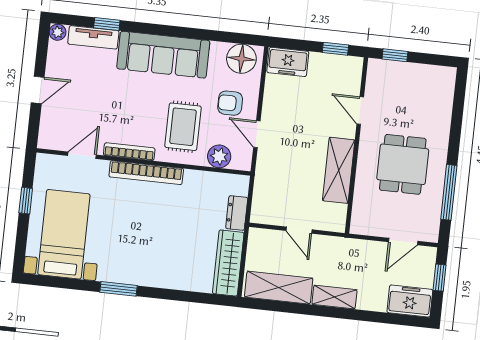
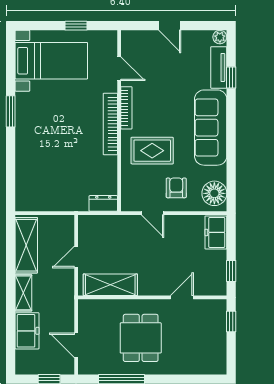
door: (257, 134) -> (153, 213), swing flipped
plant: (219, 156) -> (131, 184), removed
dining table: (403, 164) -> (141, 338), turned 90
shelving: (339, 170) -> (110, 285), moved
dresser: (237, 213) -> (103, 203), moved
wardrobe: (228, 263) -> (42, 201), removed
freezer: (410, 301) -> (27, 331), moved

